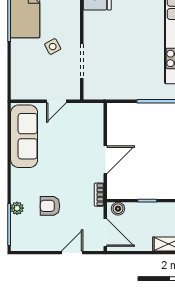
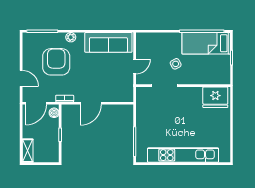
door: (56, 101) -> (135, 67), swing flipped
door: (105, 160) -> (91, 103), hinge flipped
armchair: (50, 206) -> (56, 62), width x1.88, depth x1.88
plant: (17, 208) -> (71, 37), moved

